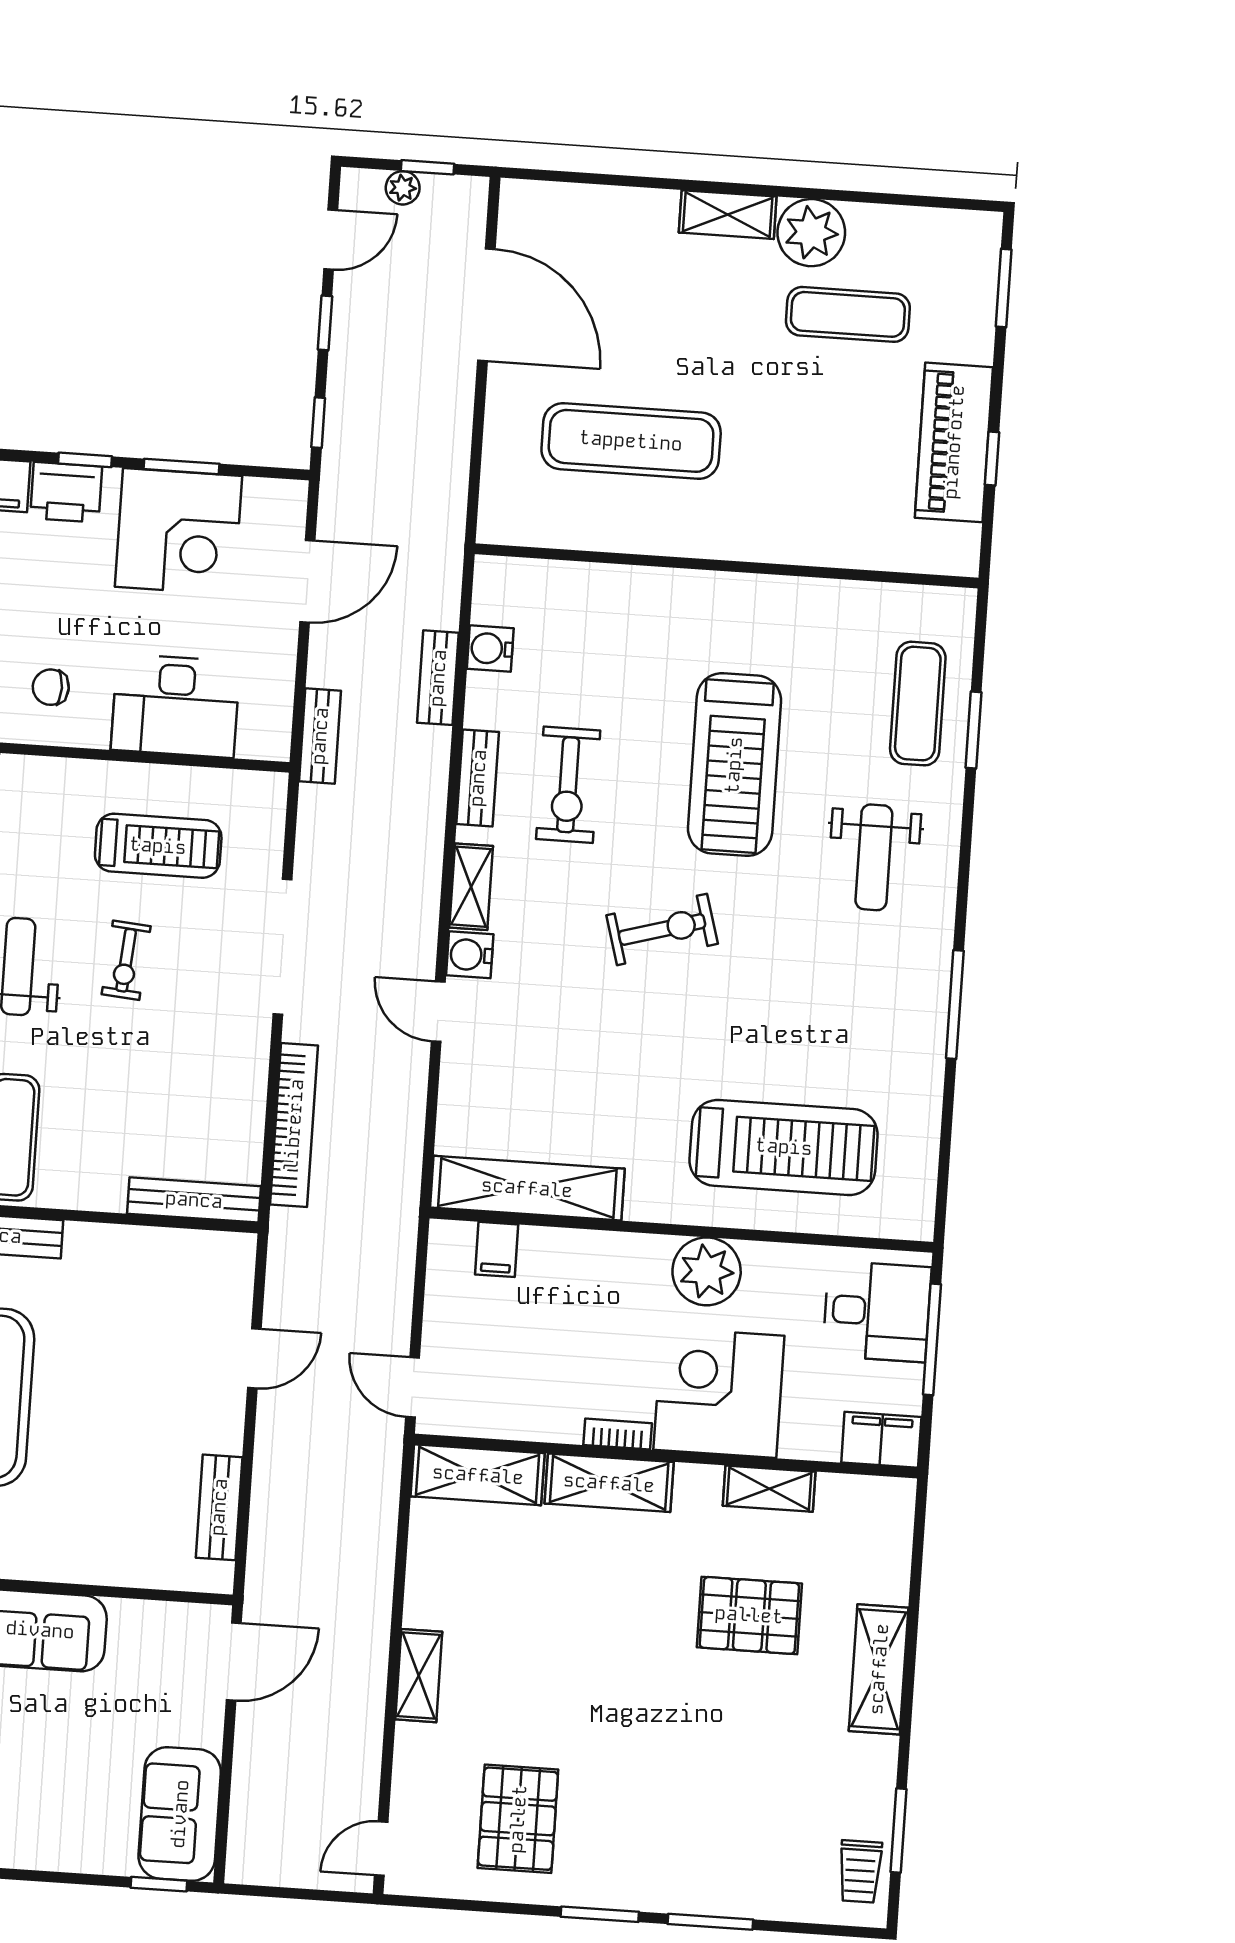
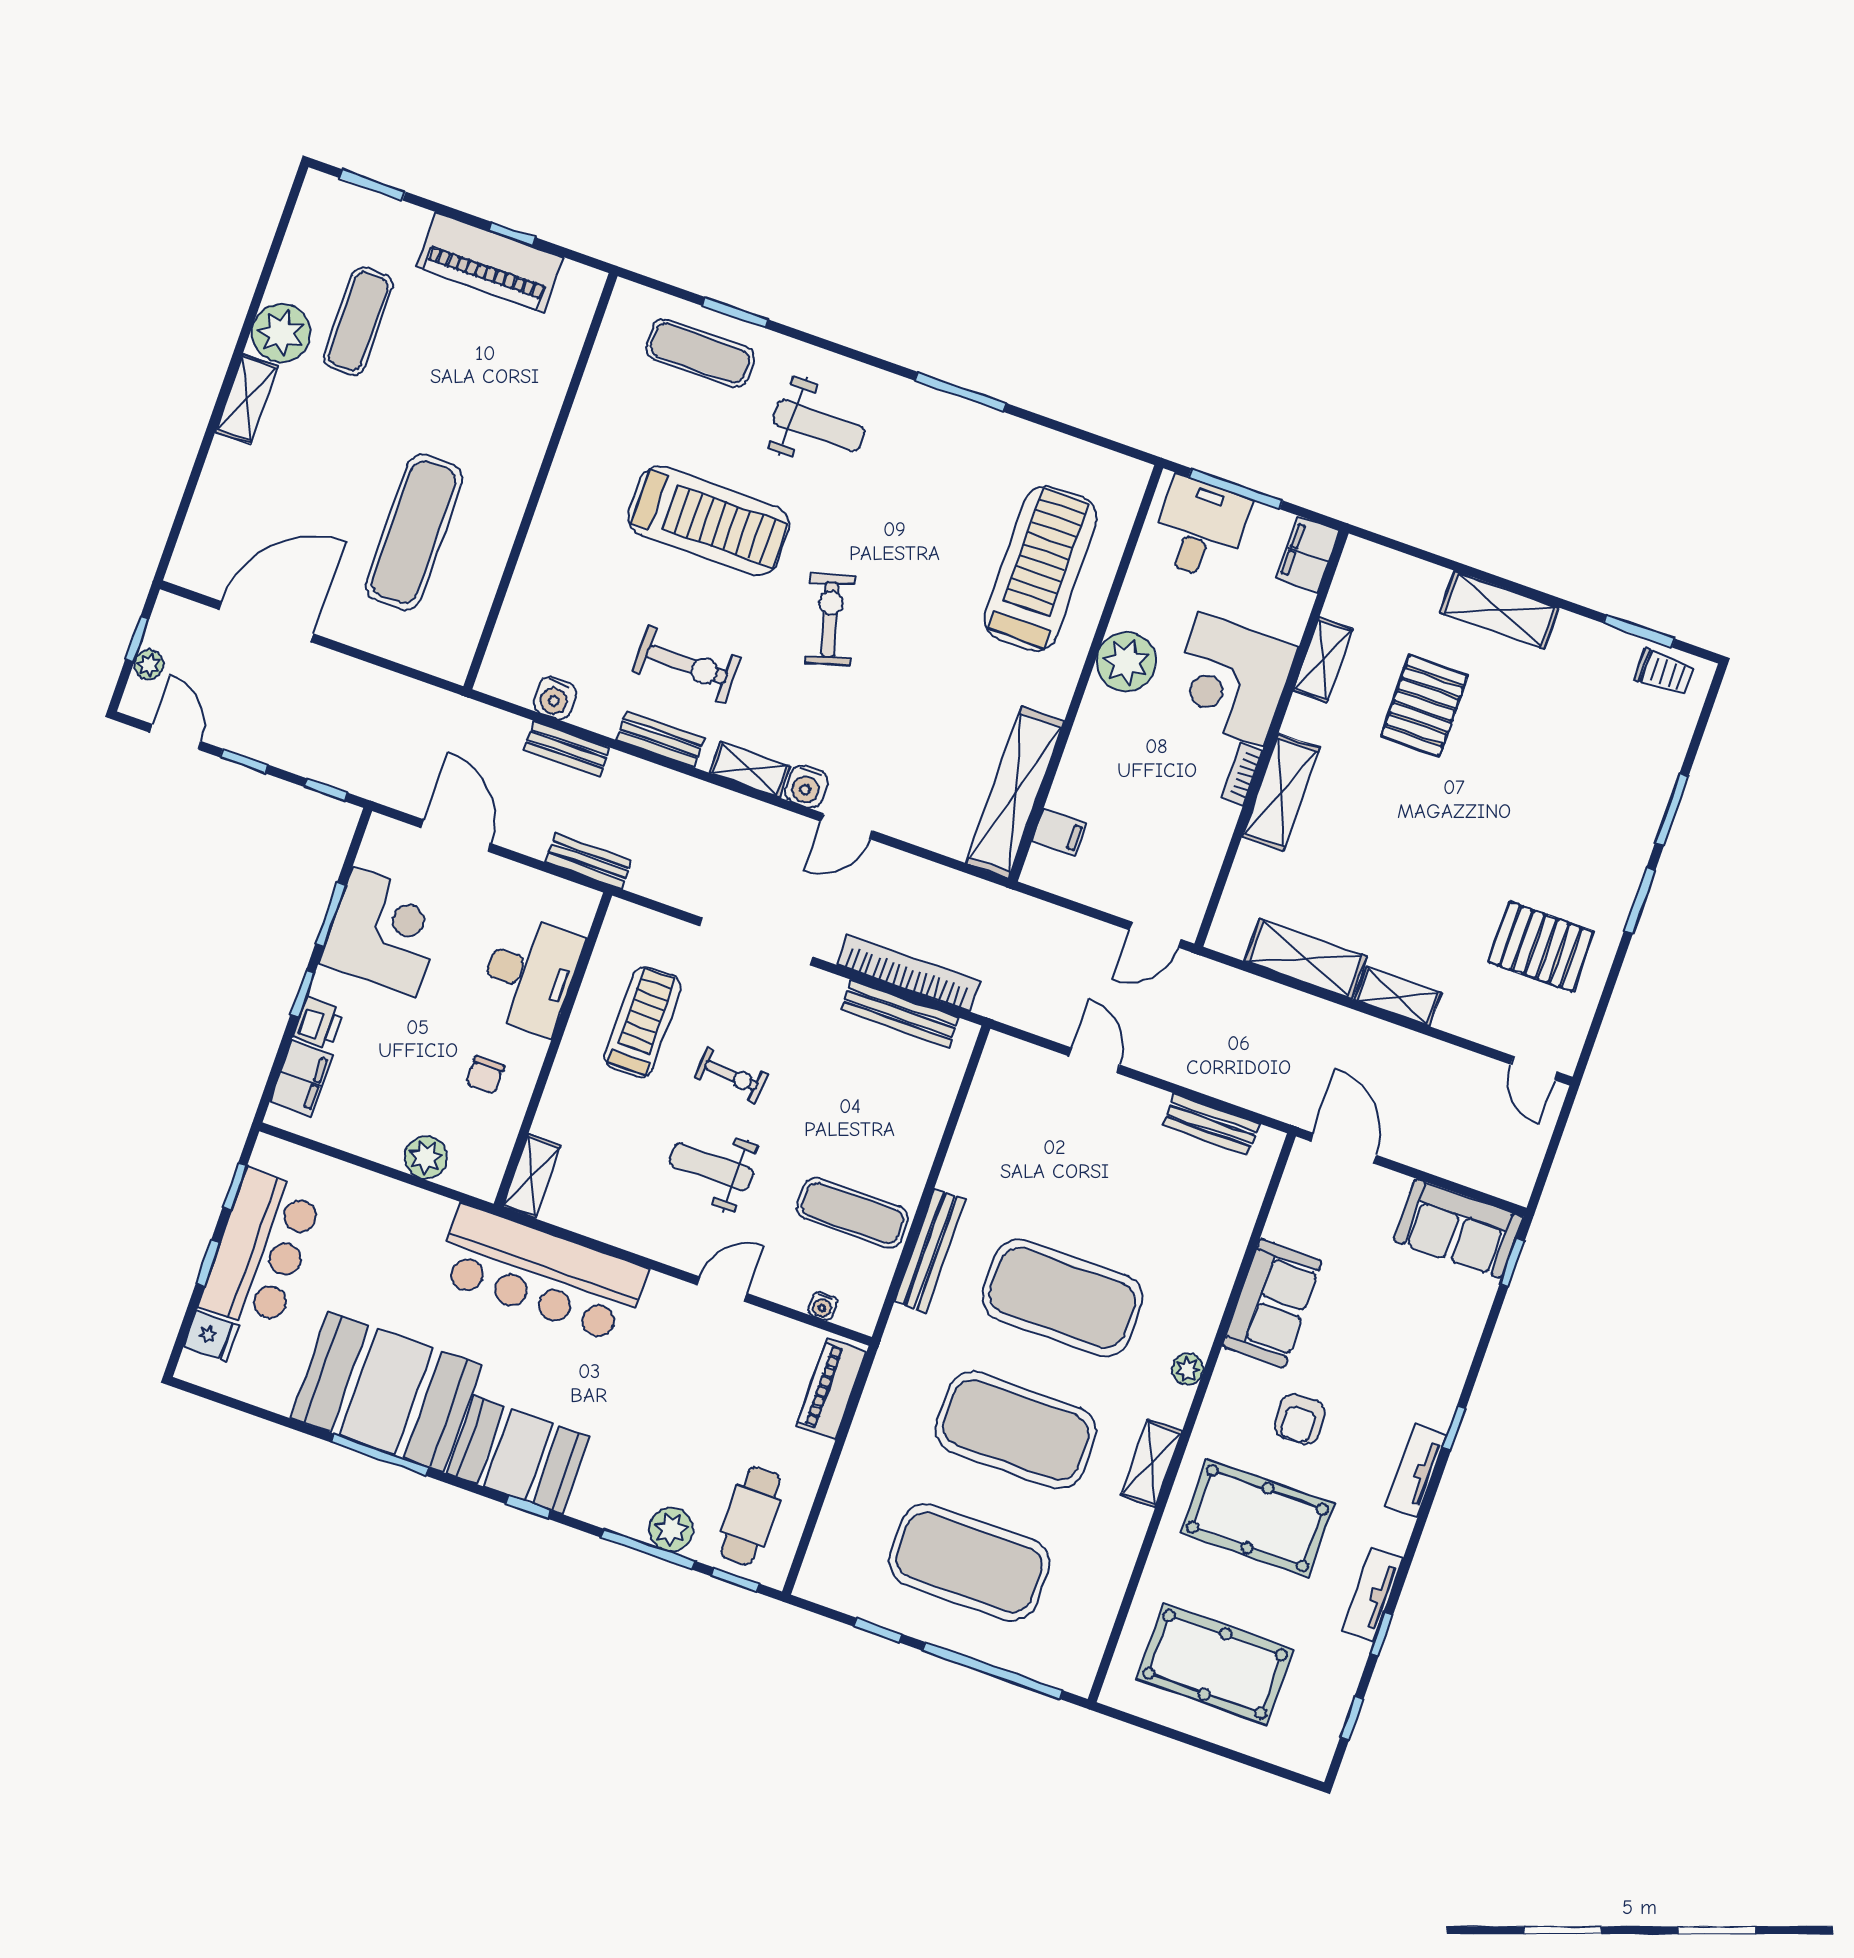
printer: (66, 492) -> (318, 1023), width x0.73, depth x0.81
bench: (194, 1200) -> (900, 1014), moved, turned 90
shelving: (478, 1475) -> (1306, 959), moved, turned 90

